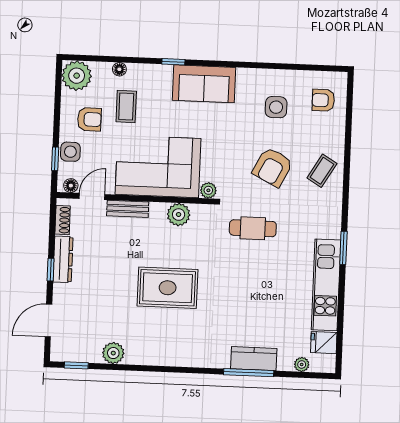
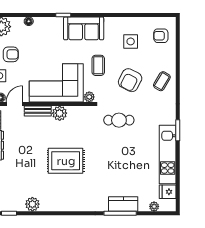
coffee table: (126, 106) -> (98, 65), moved
plant: (179, 215) -> (60, 113), moved

